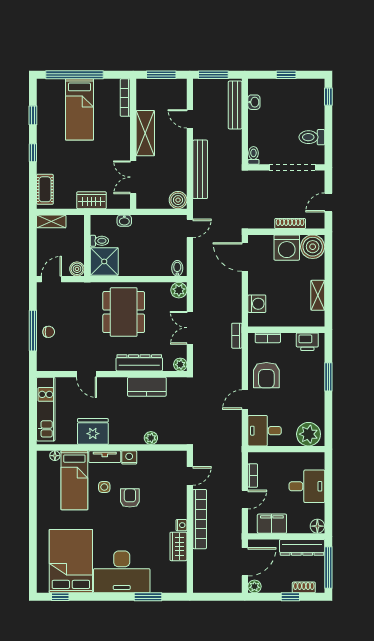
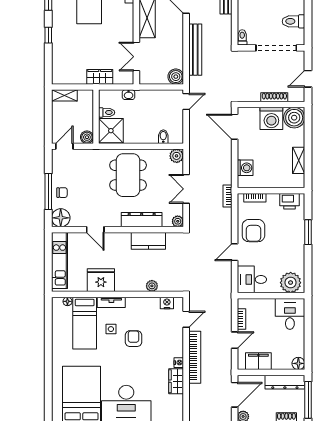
cot: (45, 189) -> (59, 67), removed
bidet: (177, 268) -> (163, 137), moved
floor lamp: (47, 361) -> (61, 218), added
nightstand: (129, 457) -> (167, 303), moved
desk: (307, 486) -> (290, 314), moved, turned -90

